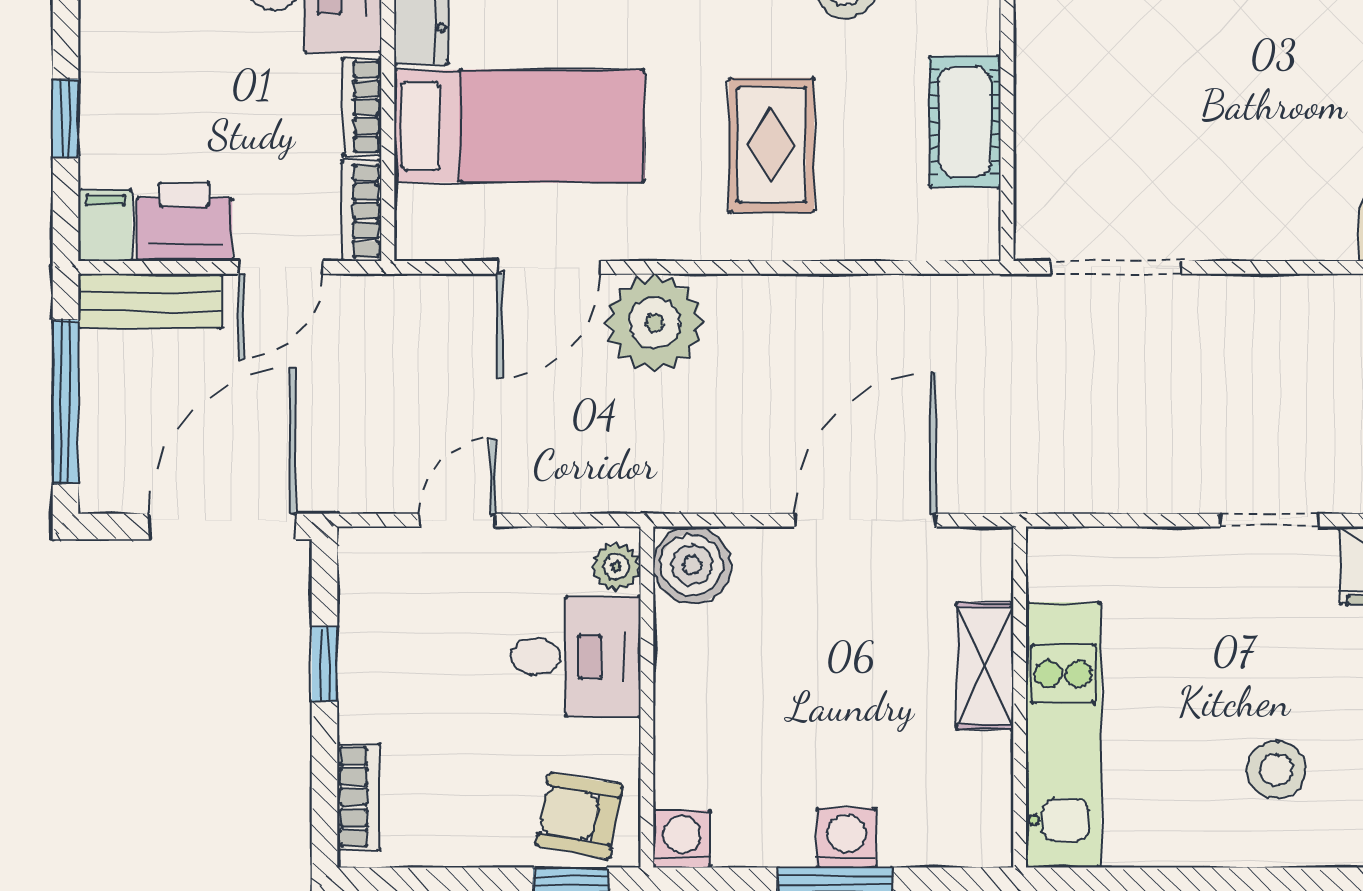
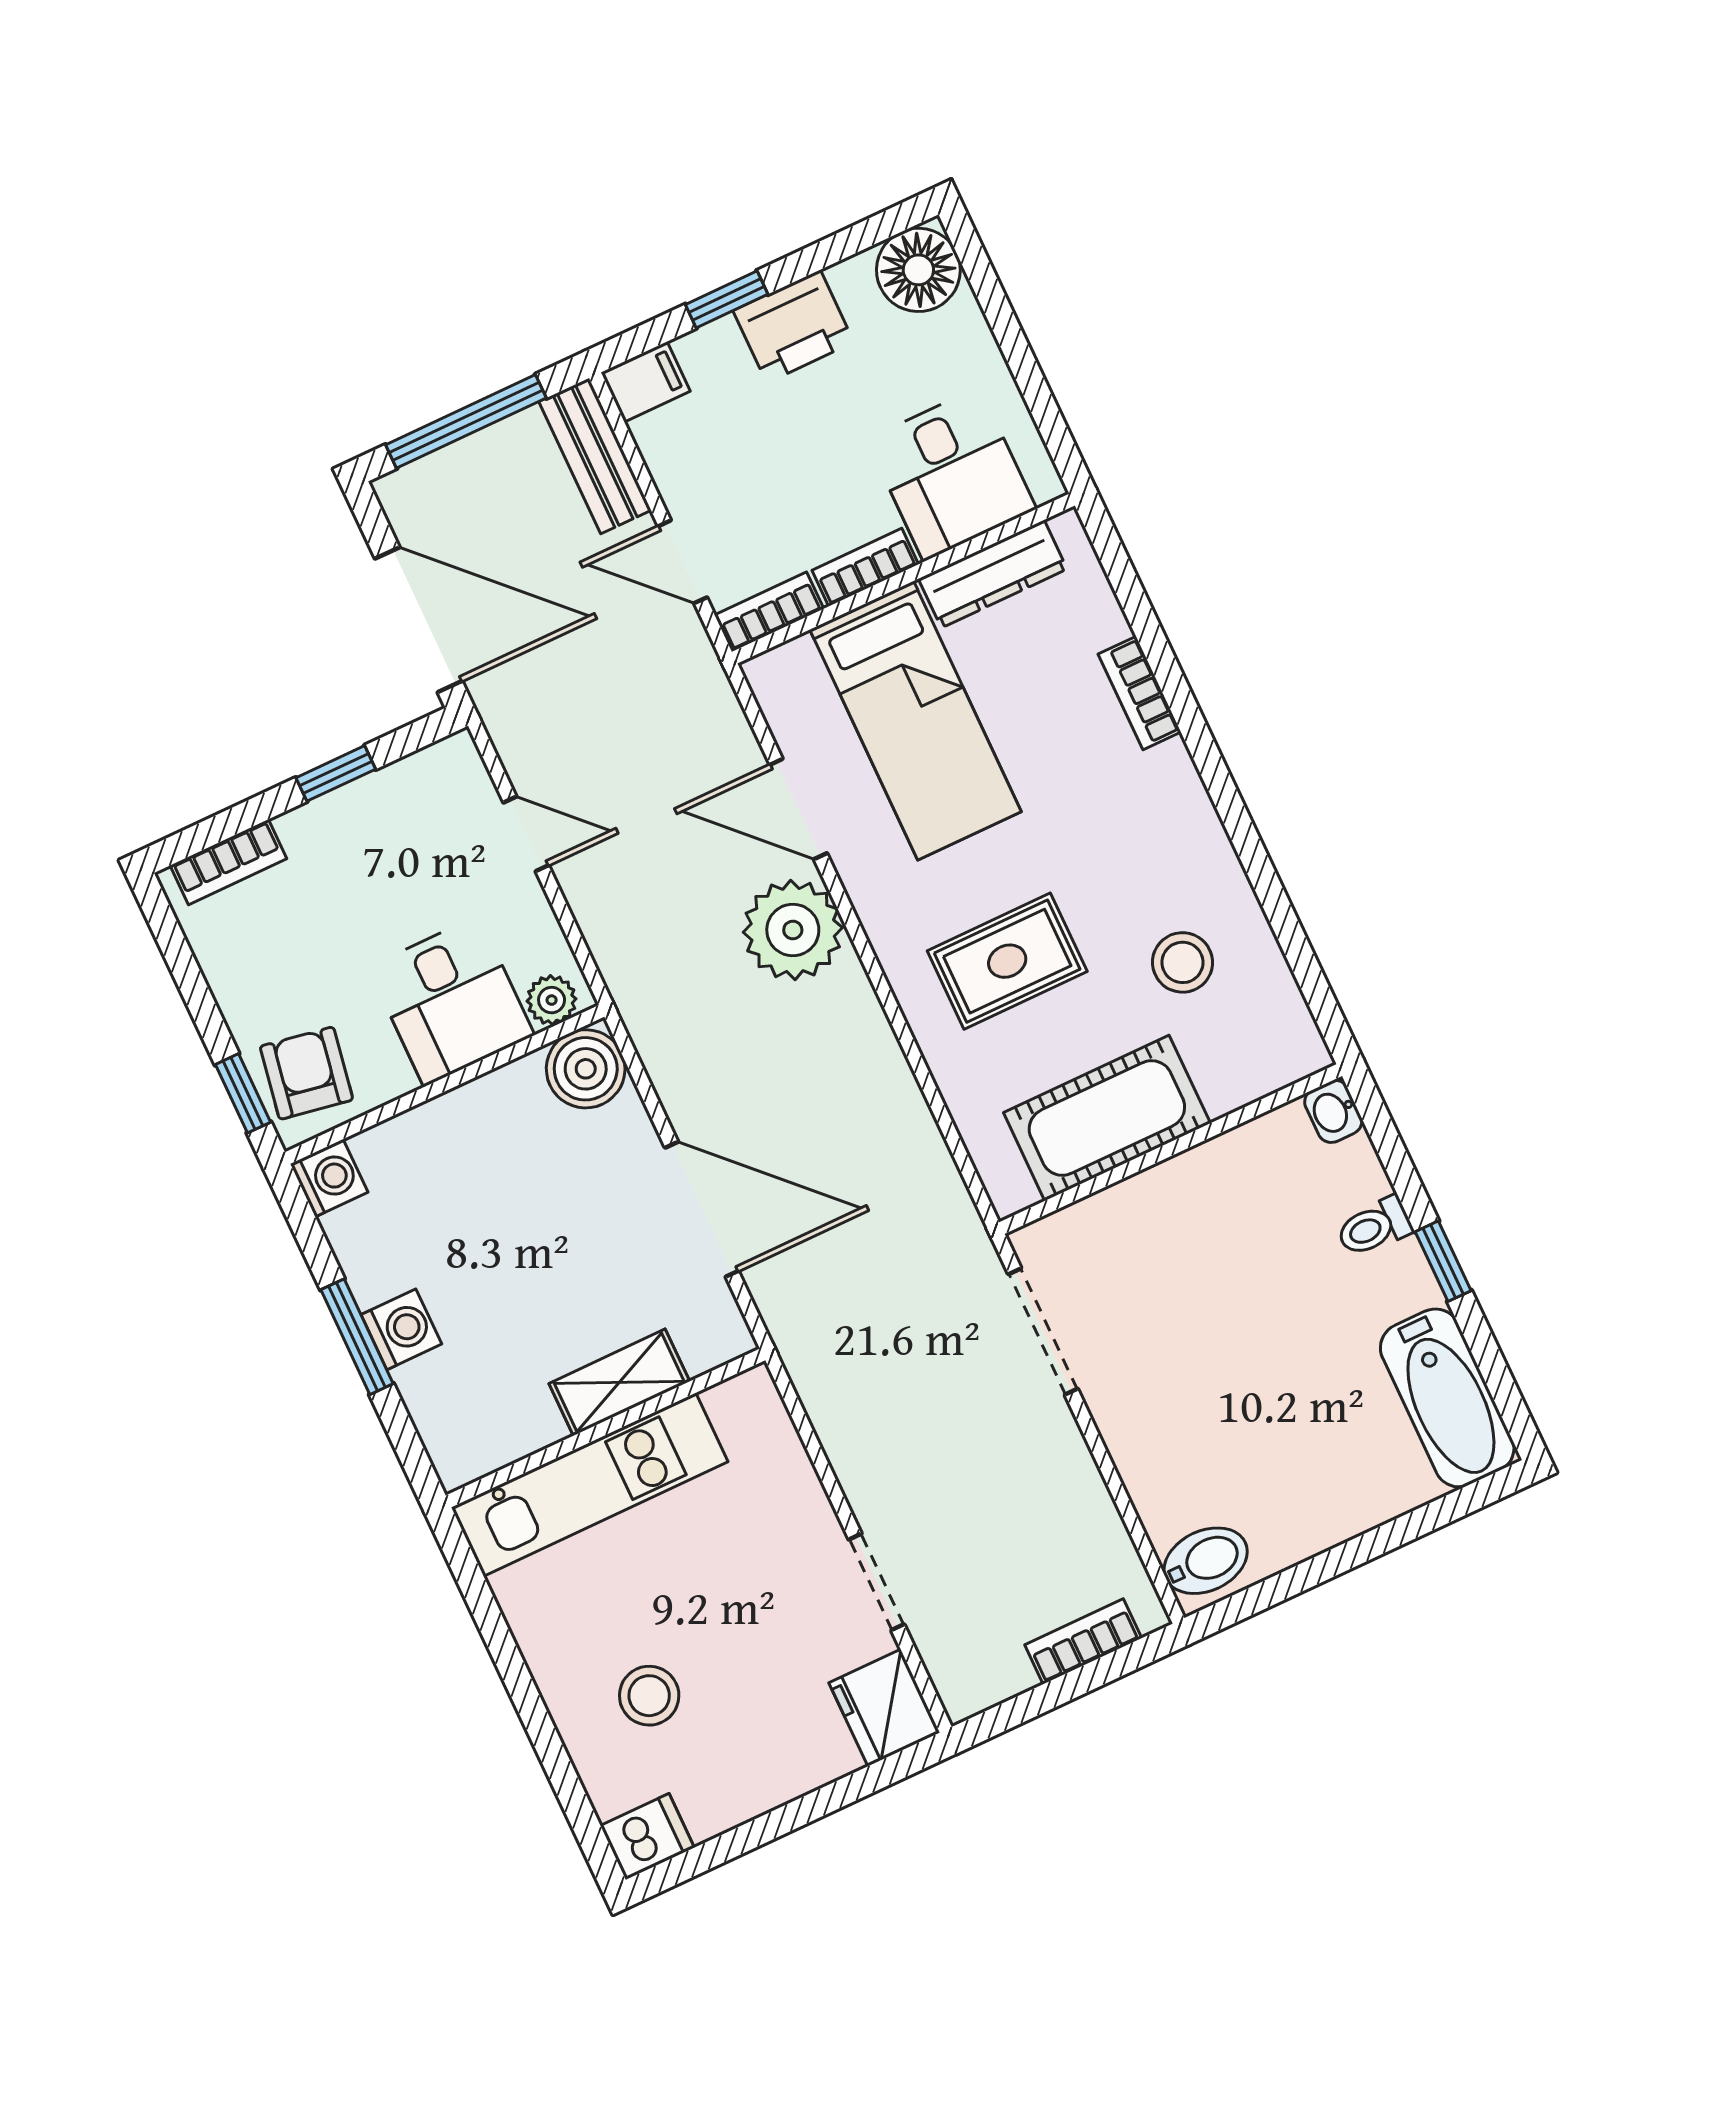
cot: (965, 122) -> (1107, 1118), width x1.37, depth x1.34
printer: (185, 222) -> (793, 326), moved, turned 90

